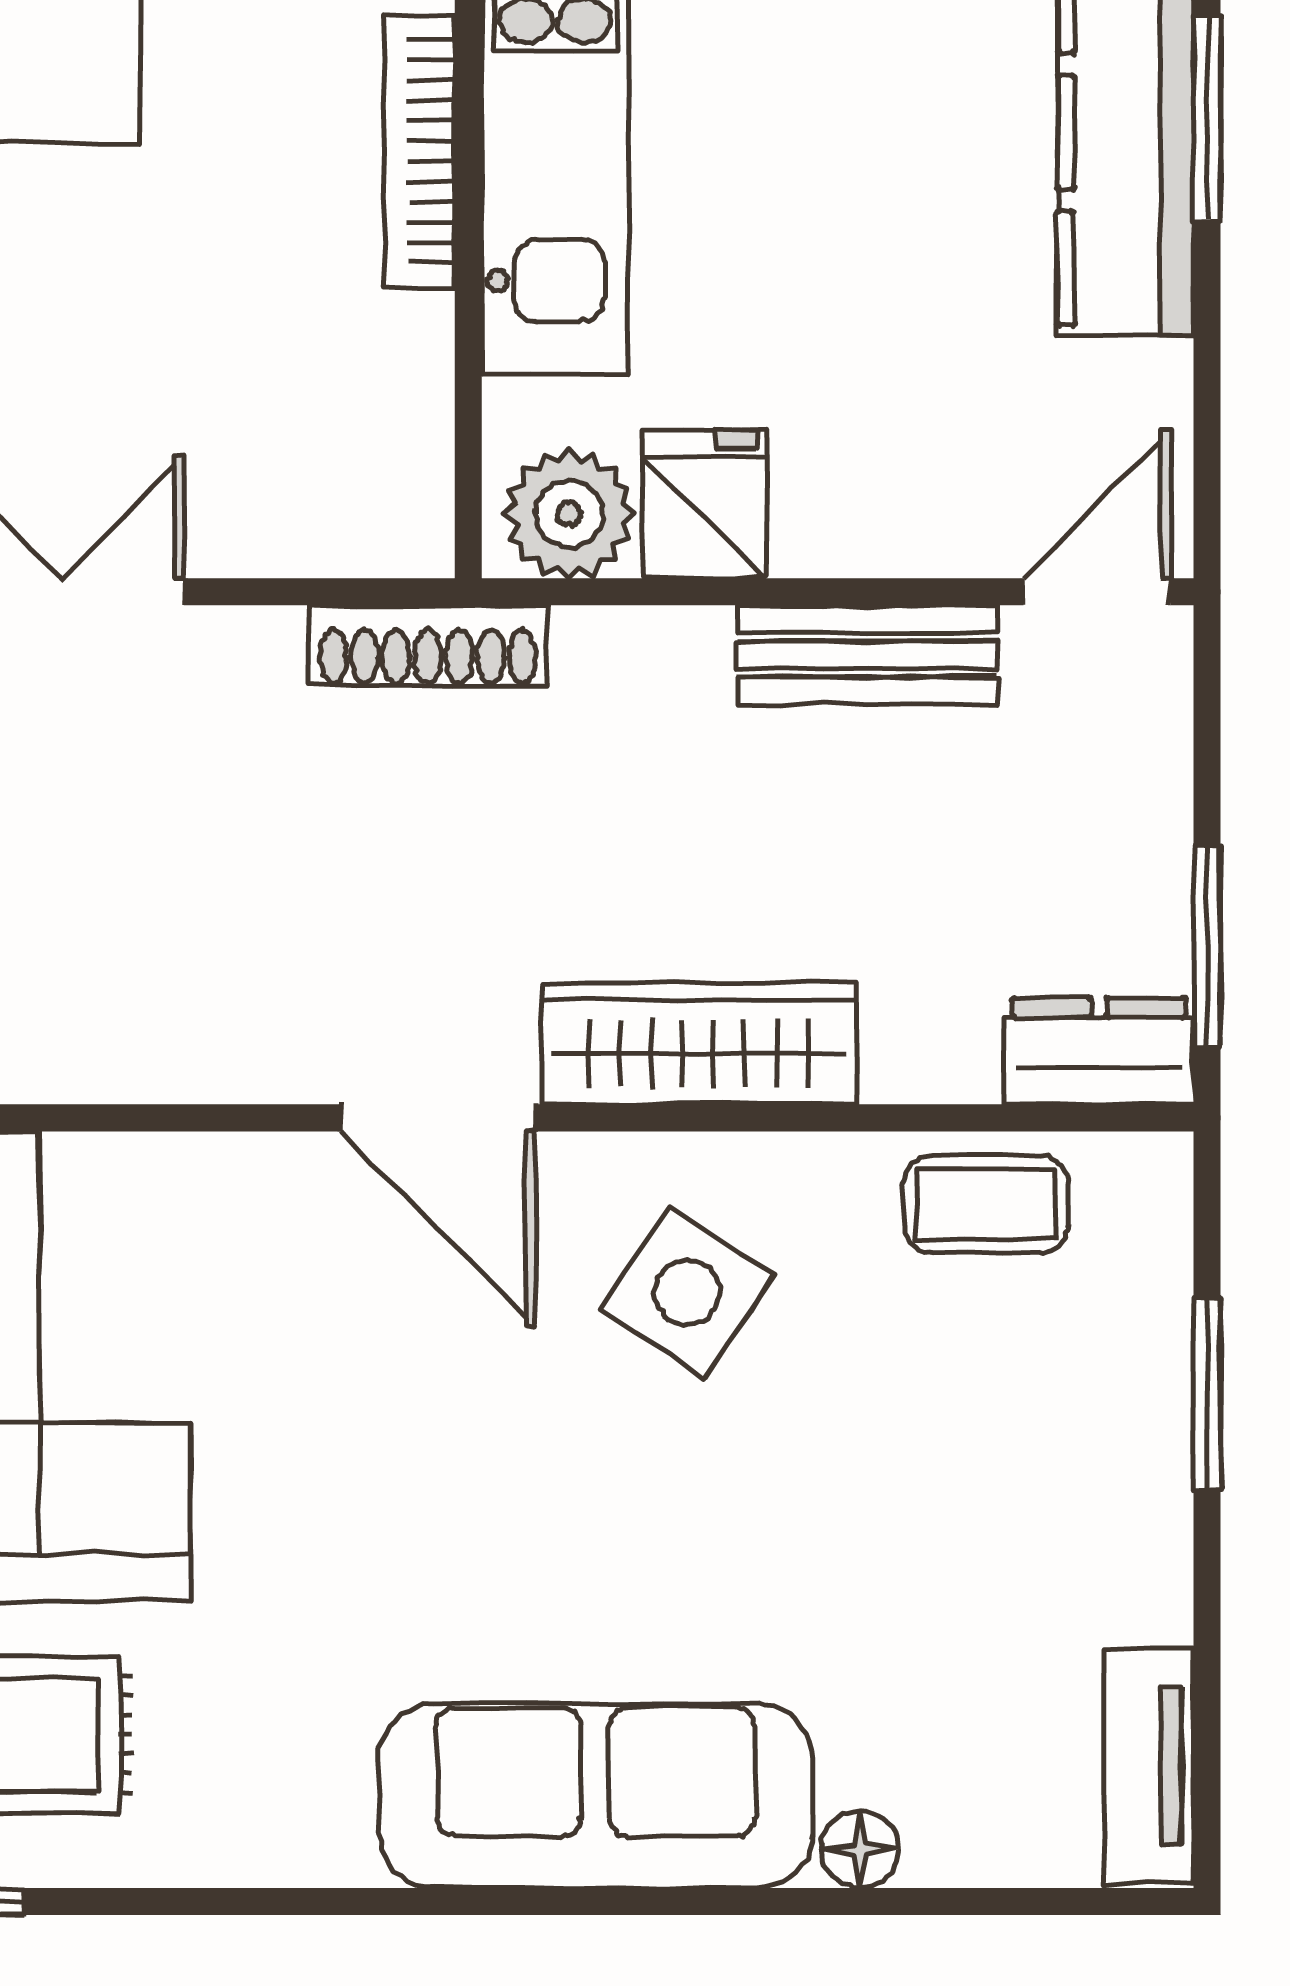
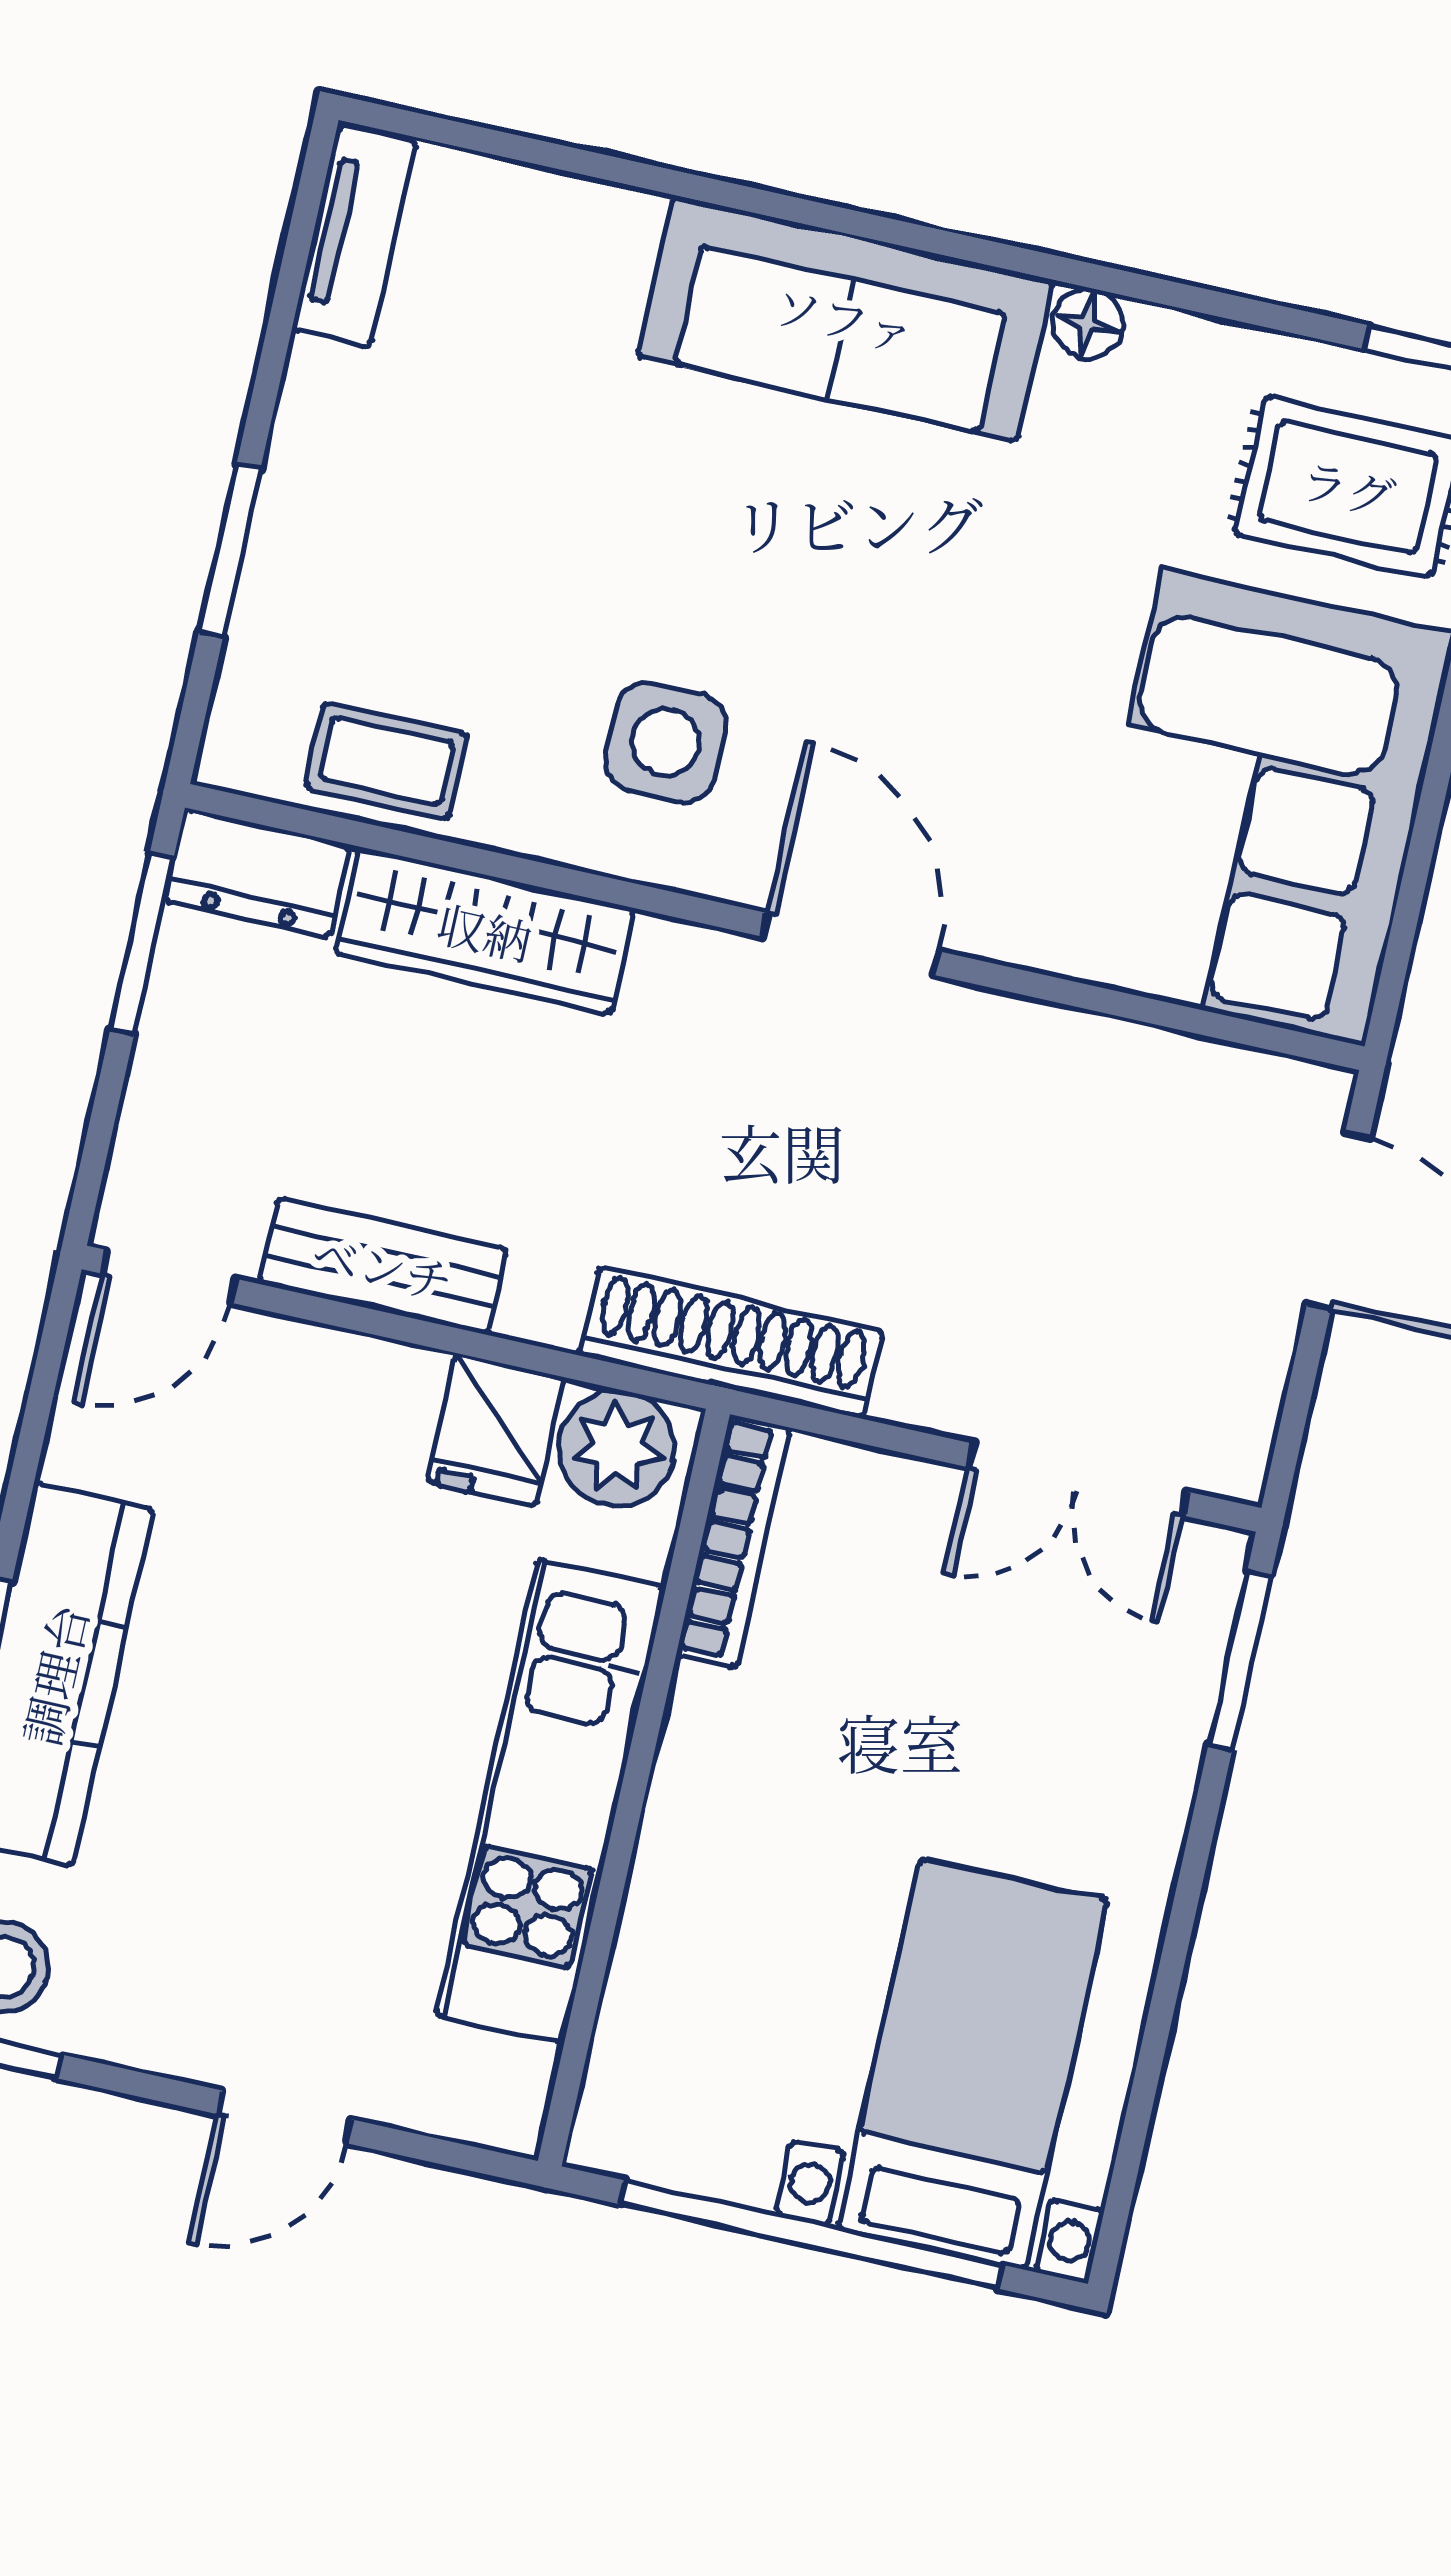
bookcase: (420, 151) -> (734, 1541), moved
shoe rack: (428, 646) -> (731, 1343), width x1.36, depth x1.24
wardrobe: (699, 1044) -> (485, 931), moved
side table: (687, 1292) -> (666, 742), turned -34
floor lamp: (860, 1849) -> (1088, 323), moved

